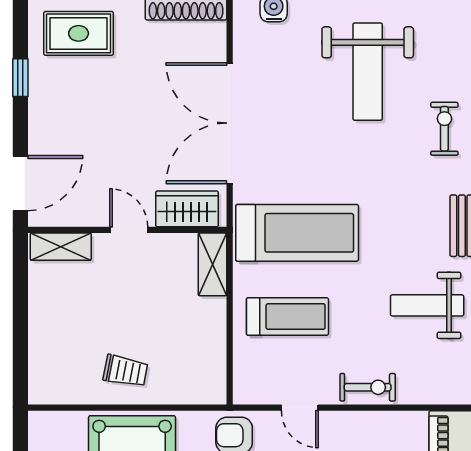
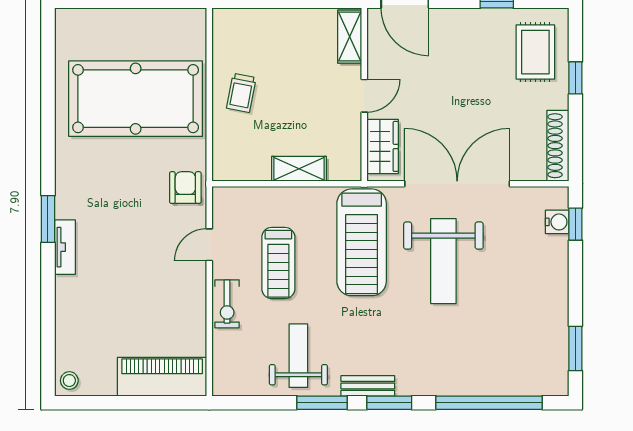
weight bench: (368, 72) -> (443, 261), moved, turned -90
exercise bike: (444, 129) -> (452, 371), removed
shelving: (212, 264) -> (299, 169), moved
treadmill: (287, 316) -> (278, 263), moved

